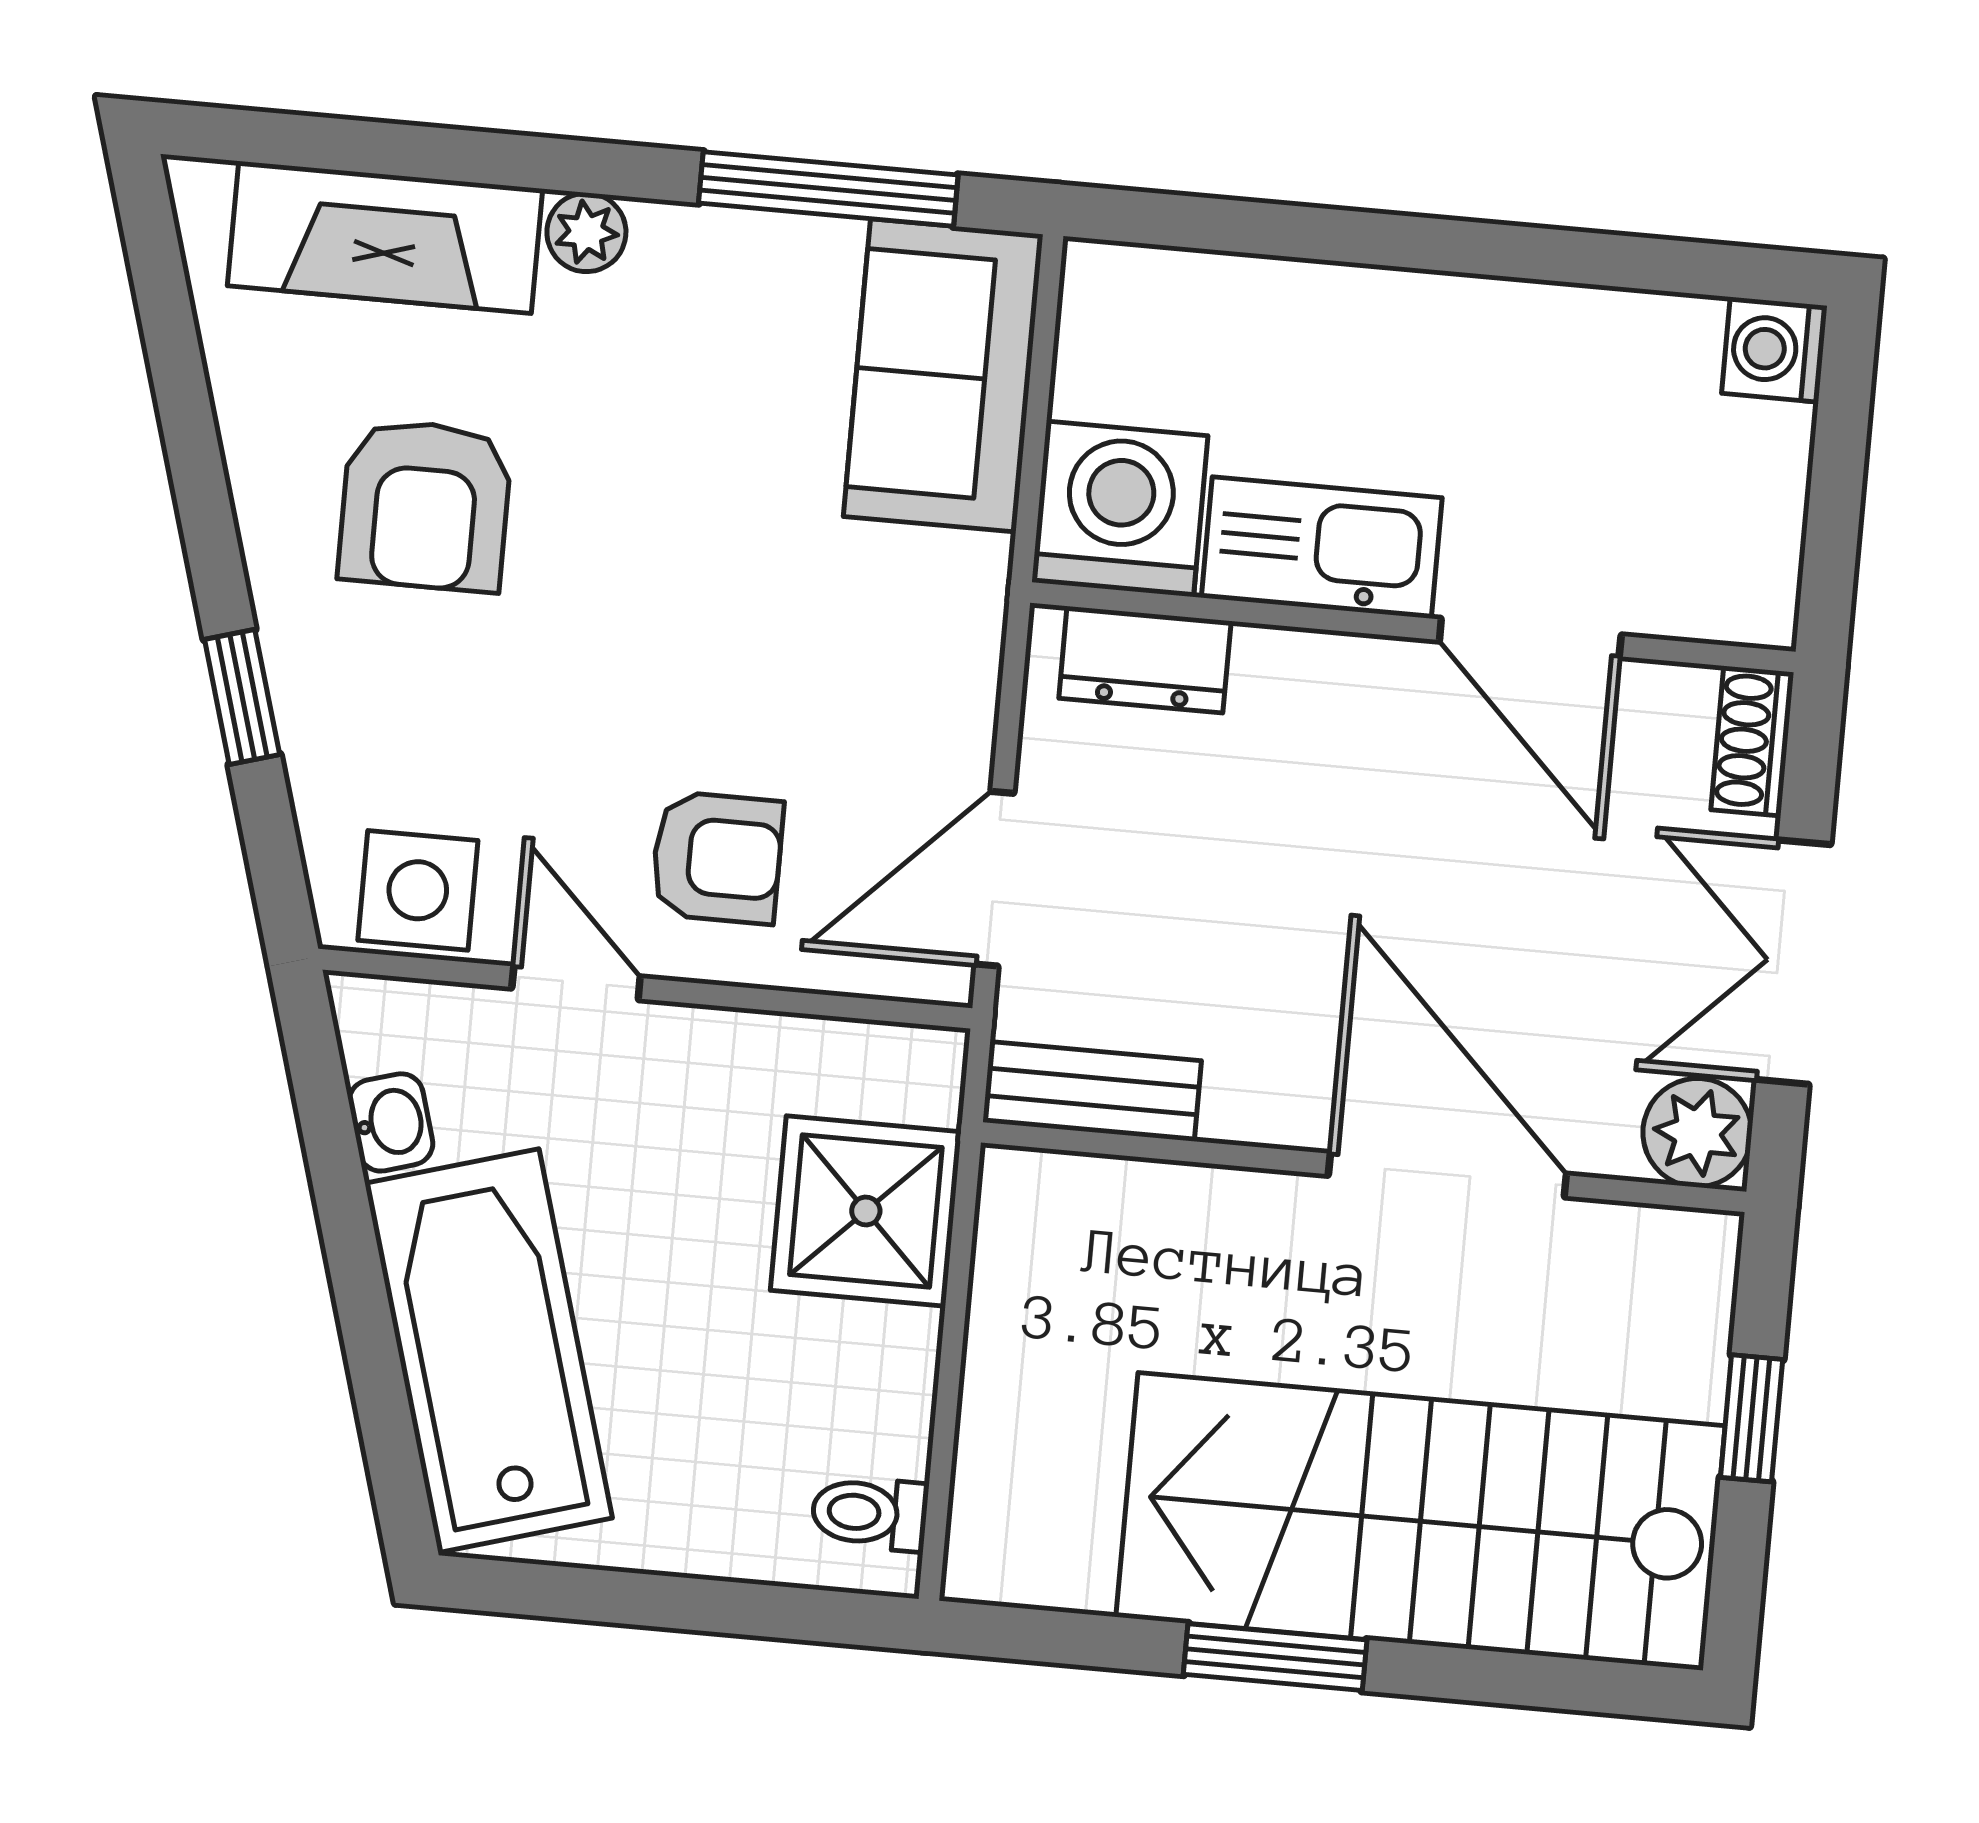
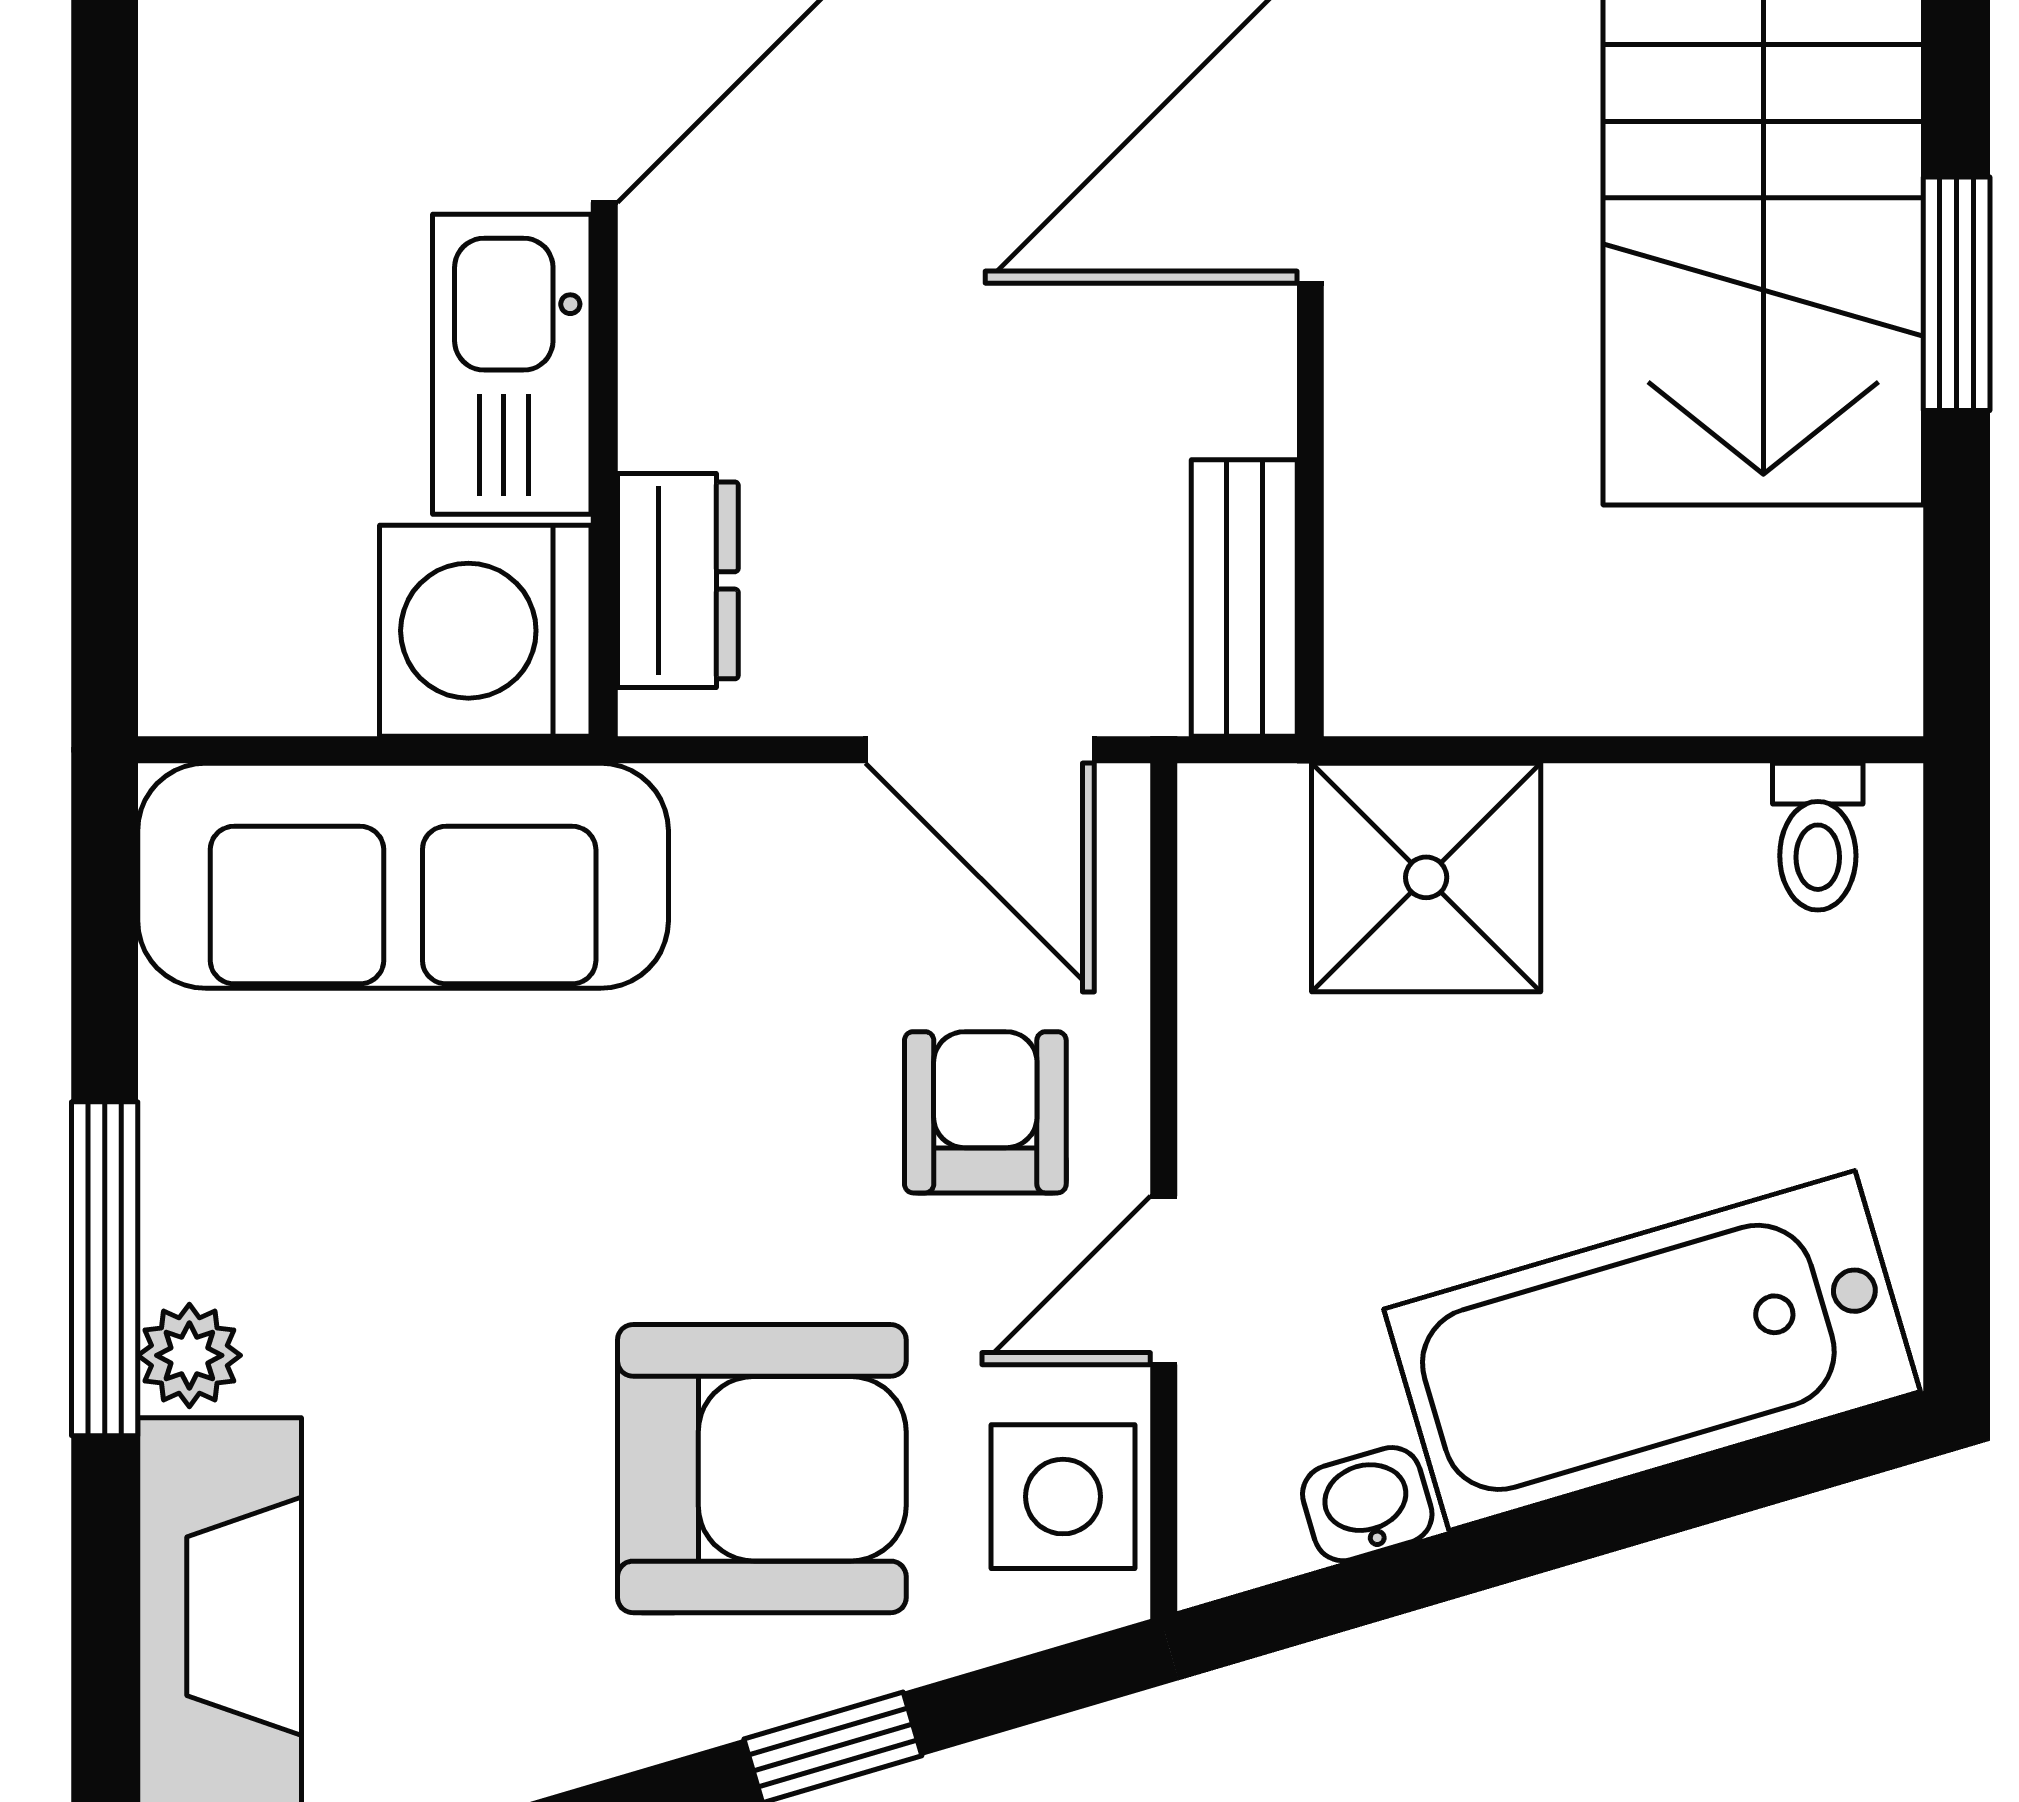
window: (828, 189) -> (105, 1269), moved
sofa: (943, 375) -> (403, 876), width x1.36
armchair: (425, 505) -> (762, 1469), moved, width x1.36, depth x1.36

